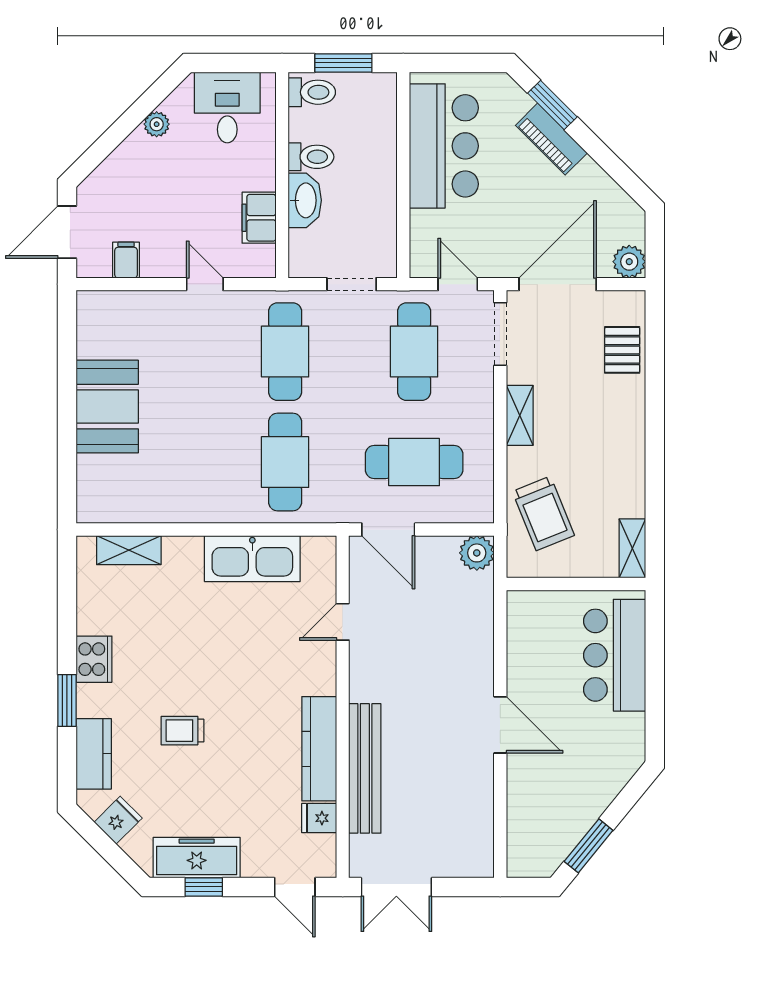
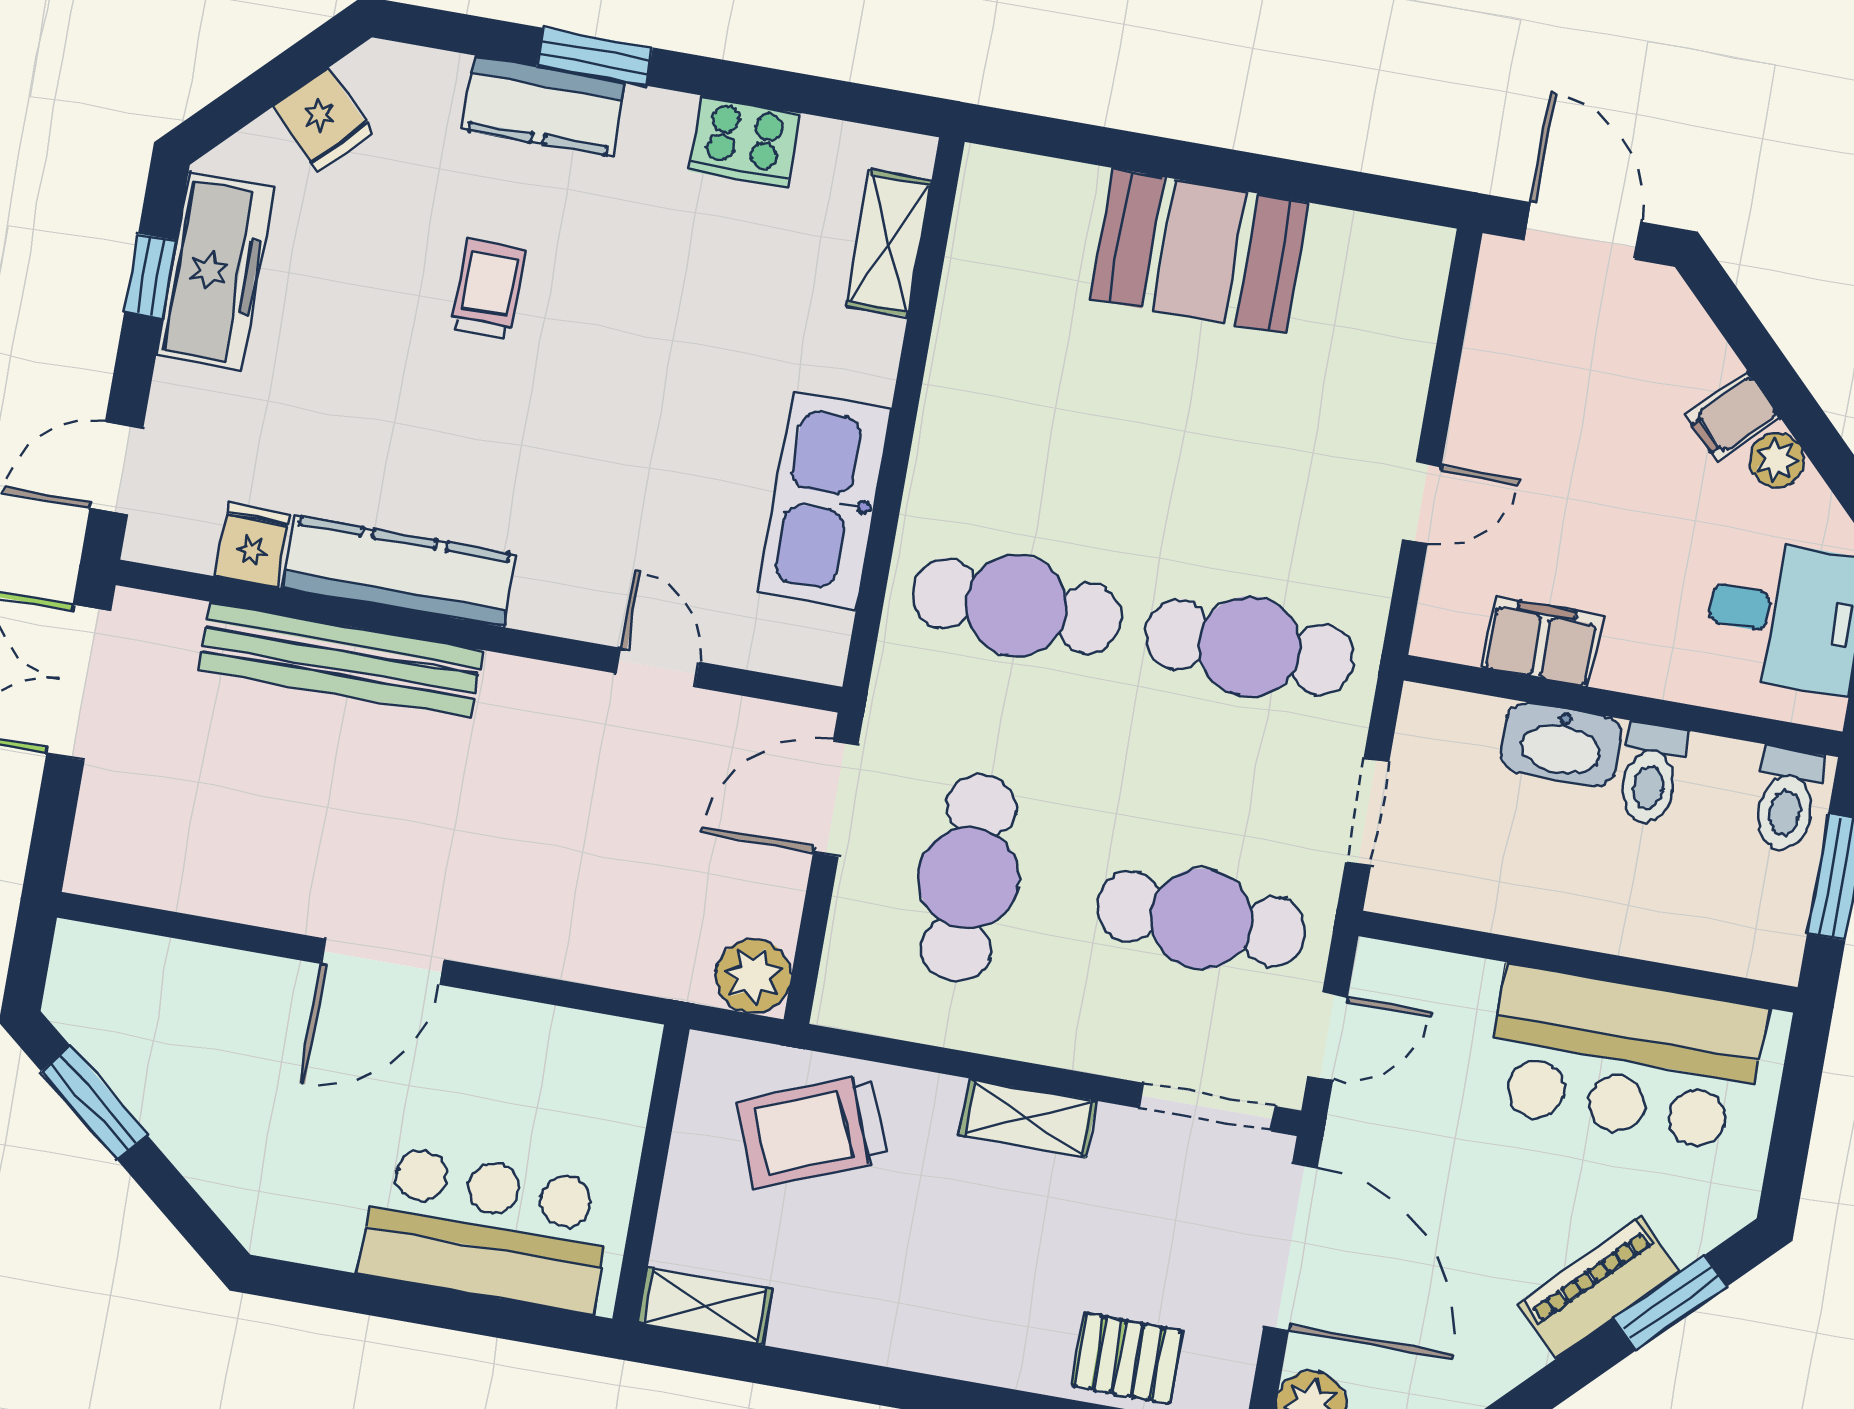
filing cabinet: (126, 260) -> (1733, 417), moved, turned 135
cooker: (94, 659) -> (744, 142), moved
kitchen counter: (94, 754) -> (544, 106), moved

